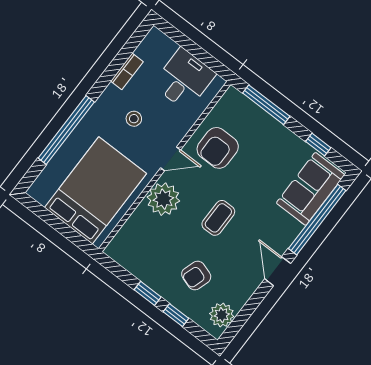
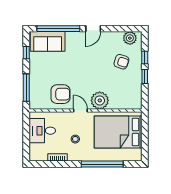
coffee table: (218, 218) -> (90, 71), removed

